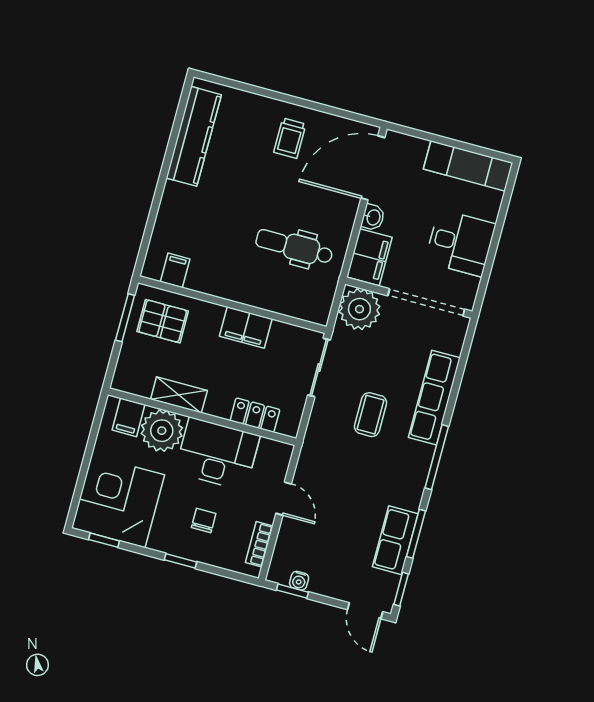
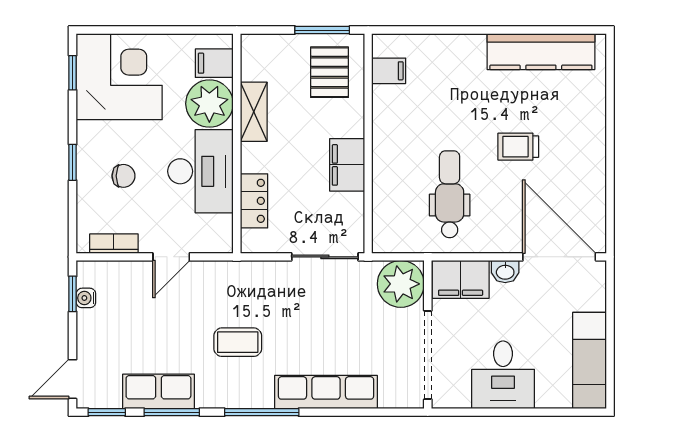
trolley: (290, 138) -> (518, 147), moved
coffee table: (371, 415) -> (238, 342), moved

